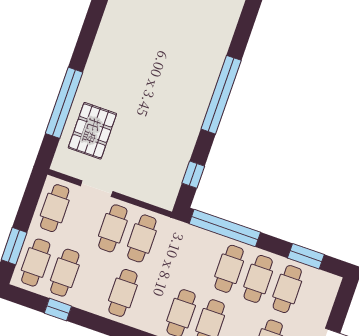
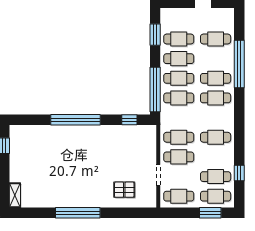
window: (64, 103) -> (78, 213), moved
pallet: (92, 131) -> (124, 190), width x0.67, depth x0.71
cafe table: (200, 259) -> (179, 98), added

